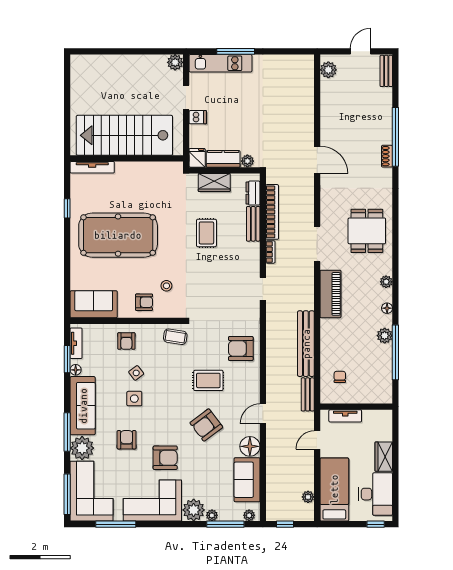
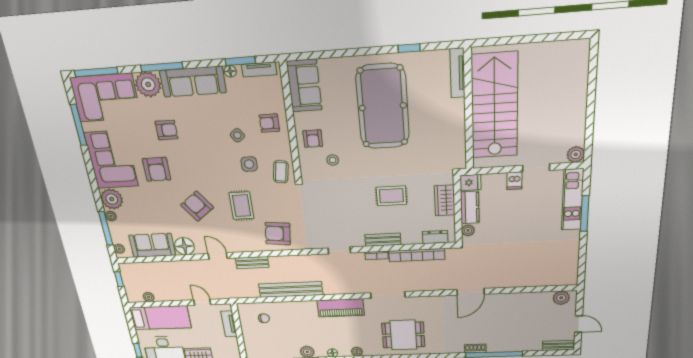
bench: (253, 224) -> (383, 240), moved
armchair: (241, 349) -> (278, 234), turned -84
bench: (308, 394) -> (252, 263), moved
side table: (134, 399) -> (249, 164), moved

